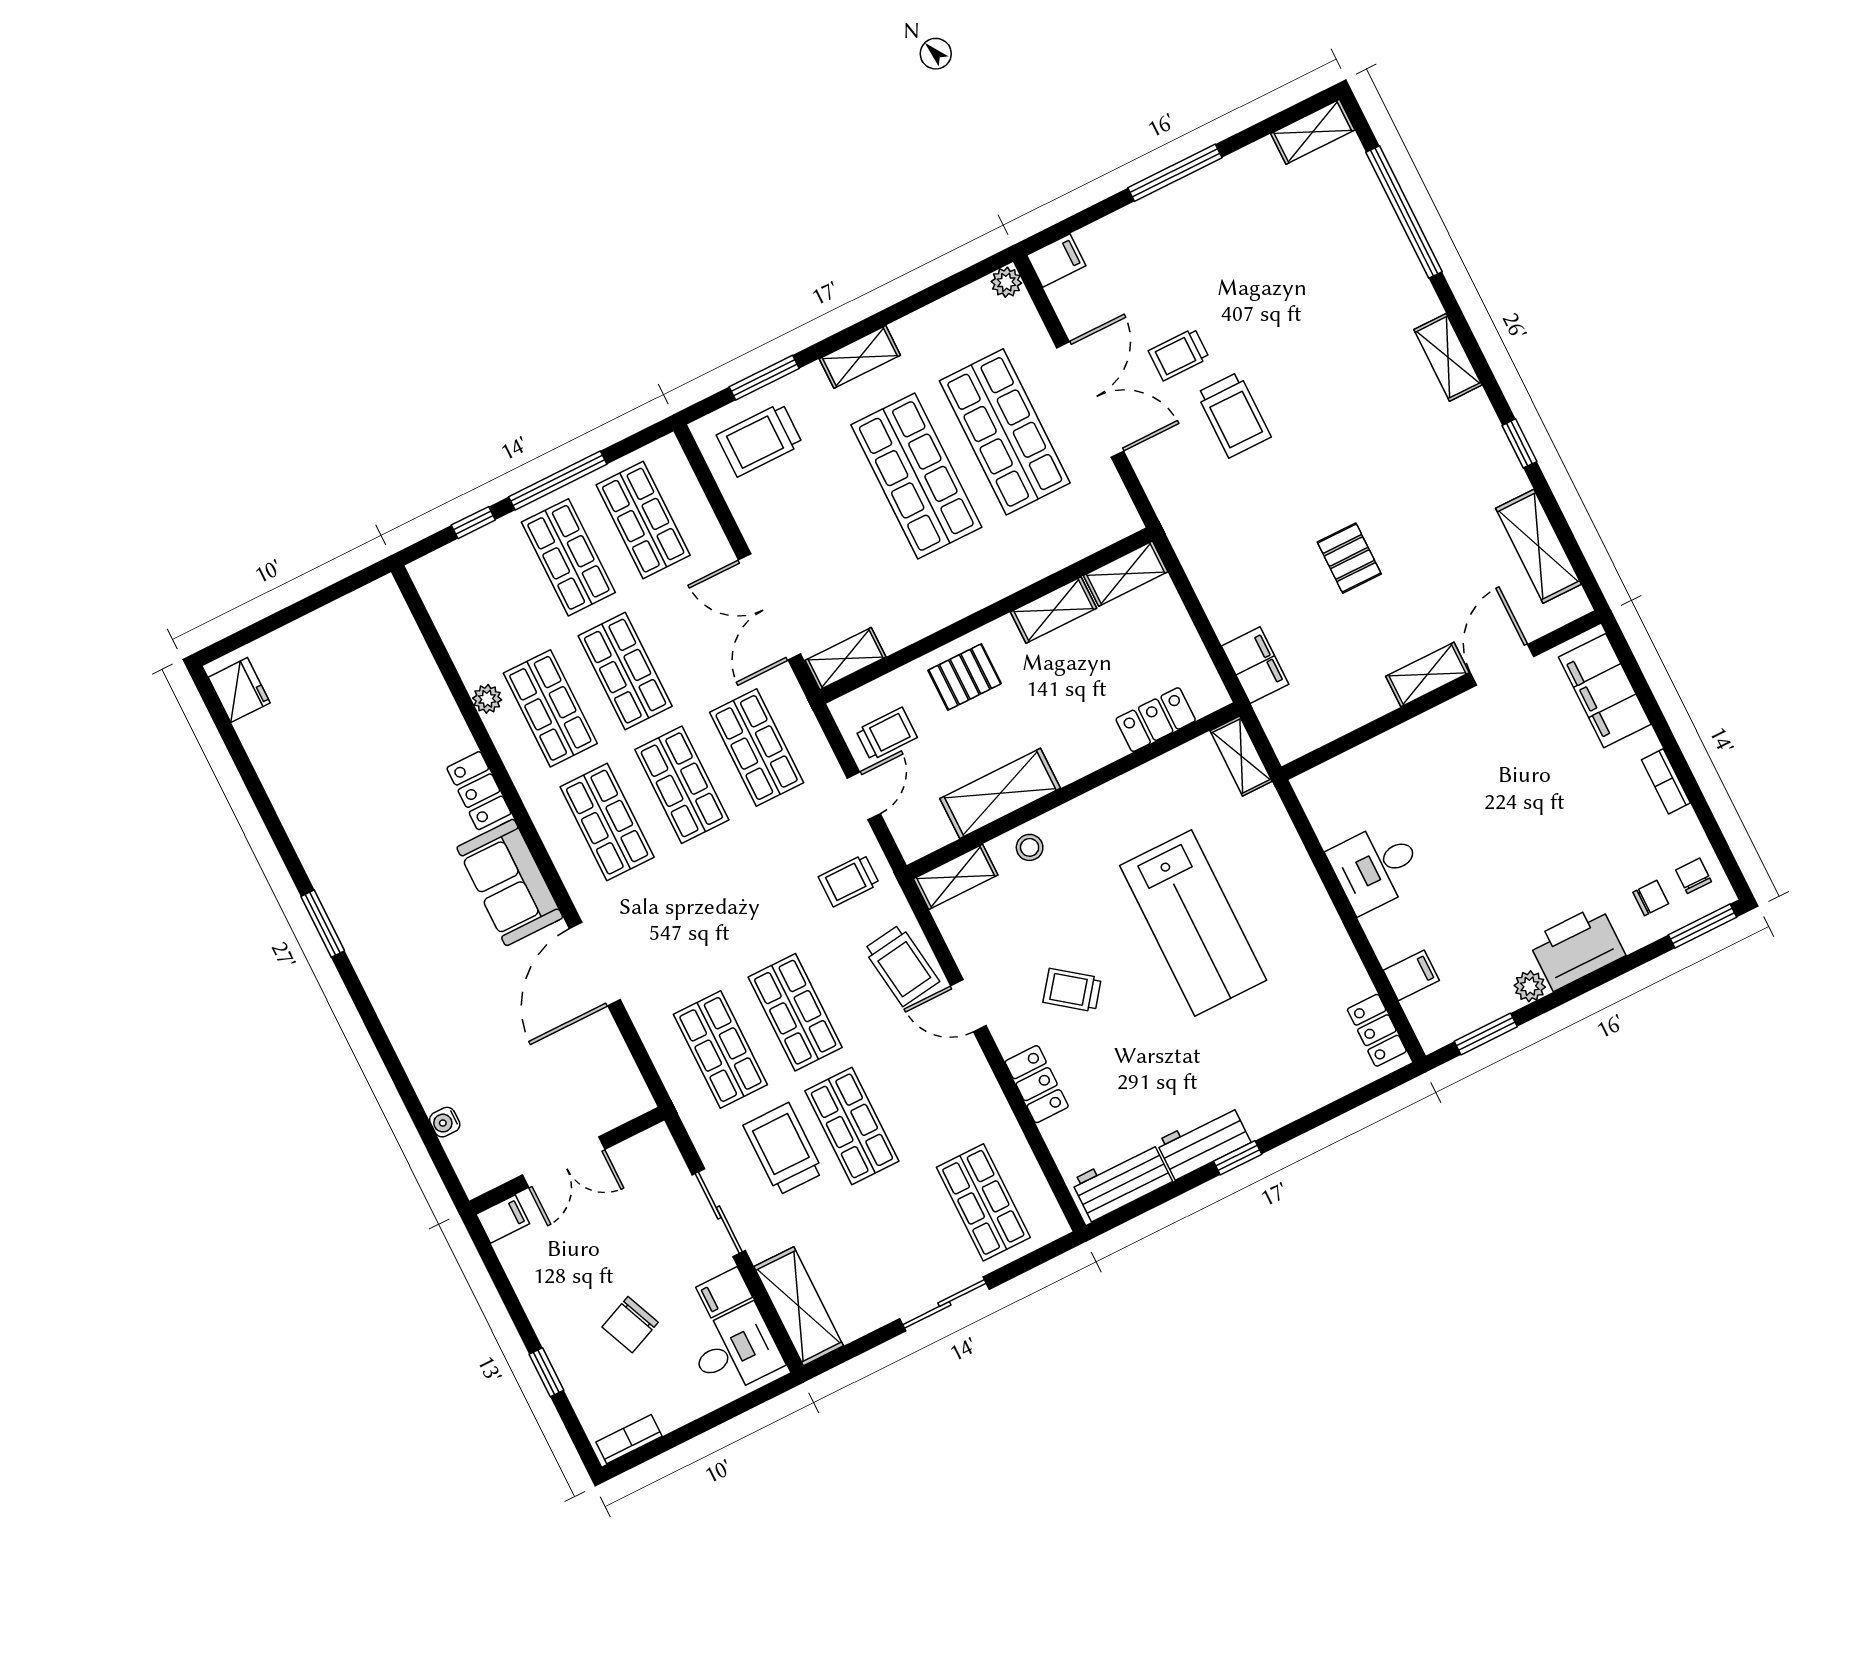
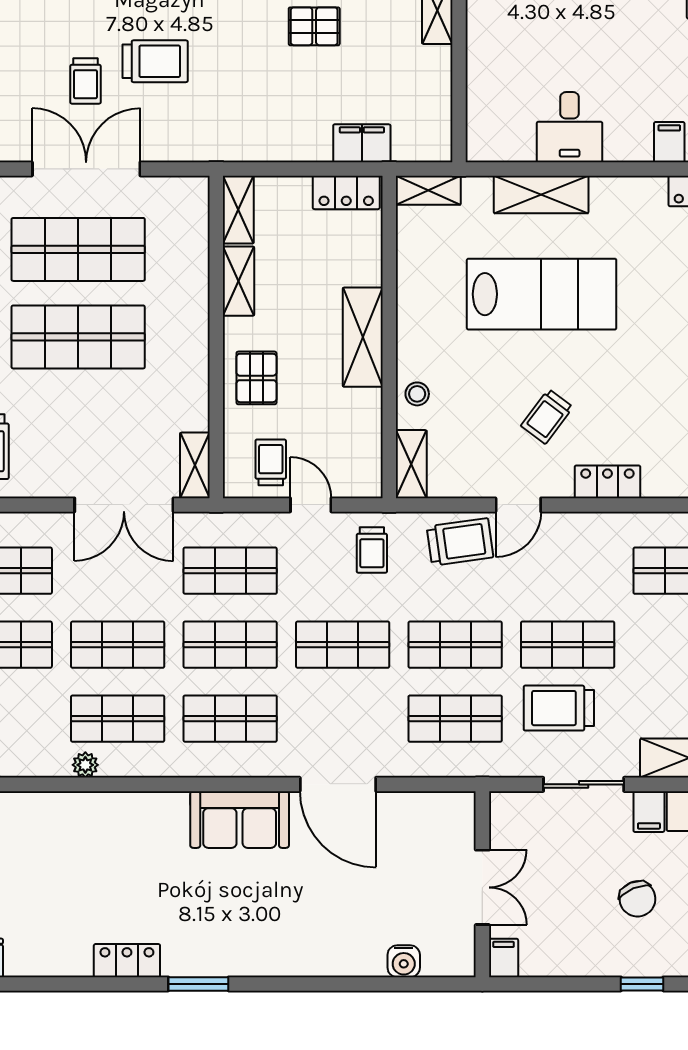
locker: (1156, 720) -> (346, 192), moved, turned -90
locker: (479, 791) -> (127, 961), moved, turned 180
shelving: (1000, 793) -> (363, 337), moved
shelving: (1294, 872) -> (541, 194), added
shop shelf: (739, 898) -> (343, 645), added
water cooler: (445, 1122) -> (404, 961), width x1.38, depth x1.38

